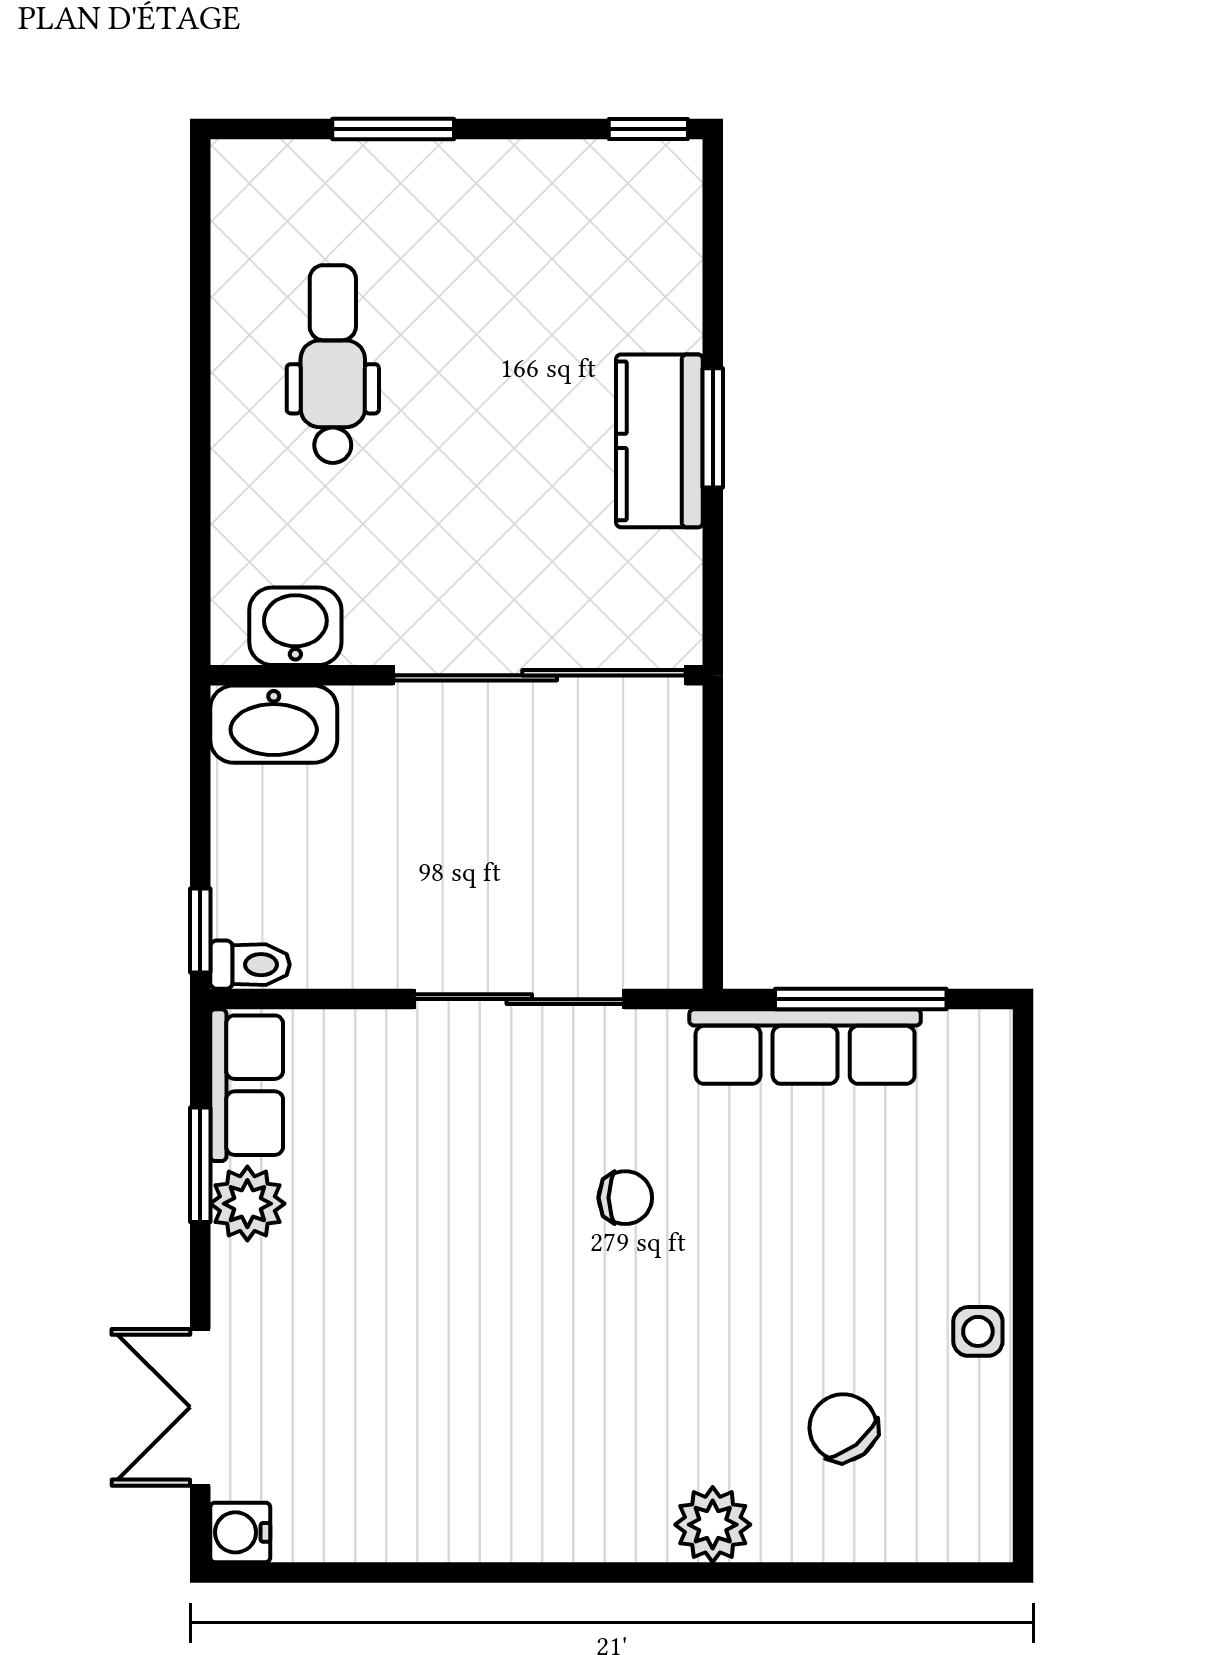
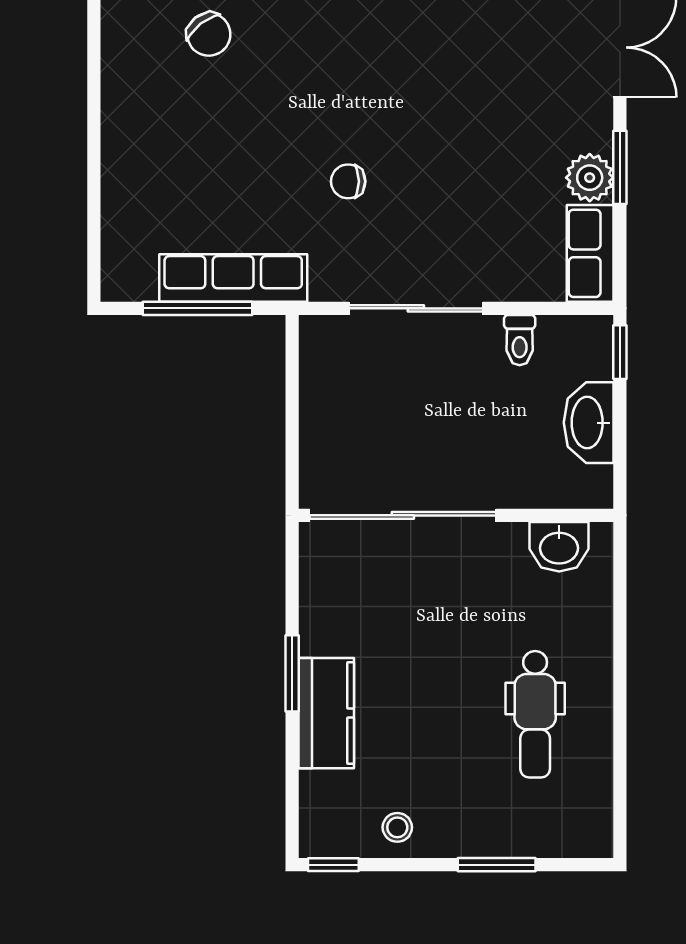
stool: (548, 187) -> (397, 827), added
kitchen counter: (659, 441) -> (326, 713), moved
washbasin: (274, 724) -> (589, 423), moved, turned -90
toilet: (250, 965) -> (520, 340), moved, turned -90
window: (200, 1165) -> (620, 167), moved
side table: (978, 1331) -> (123, 96), removed

